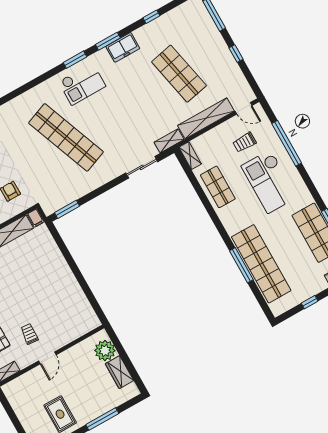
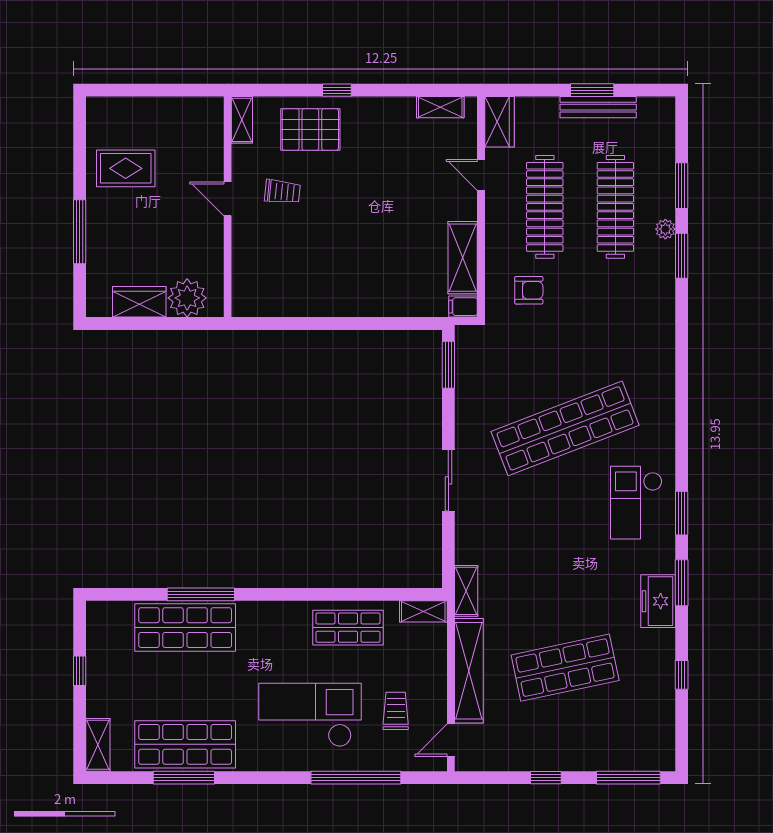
sliding door: (142, 167) -> (448, 480), moved
shop shelf: (261, 264) -> (185, 628), width x0.71

